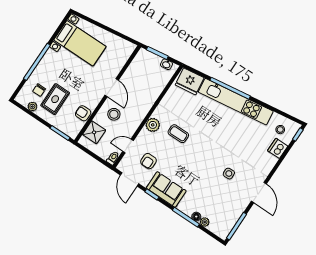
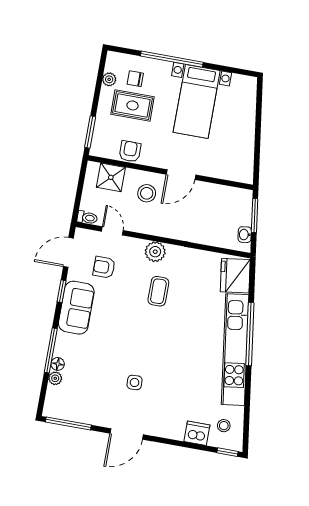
bed with nightstands: (80, 43) -> (197, 101), moved

